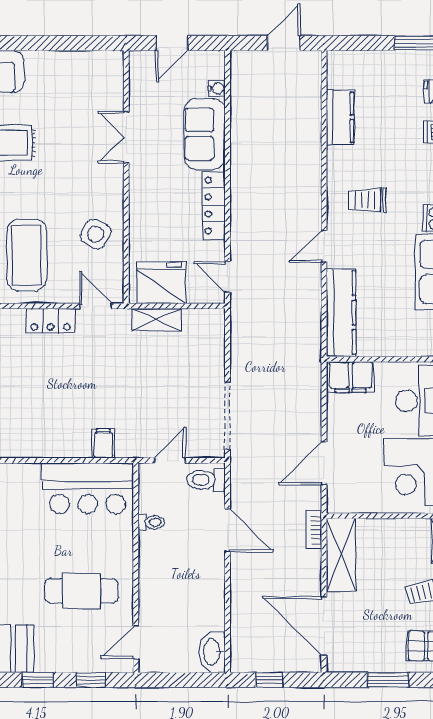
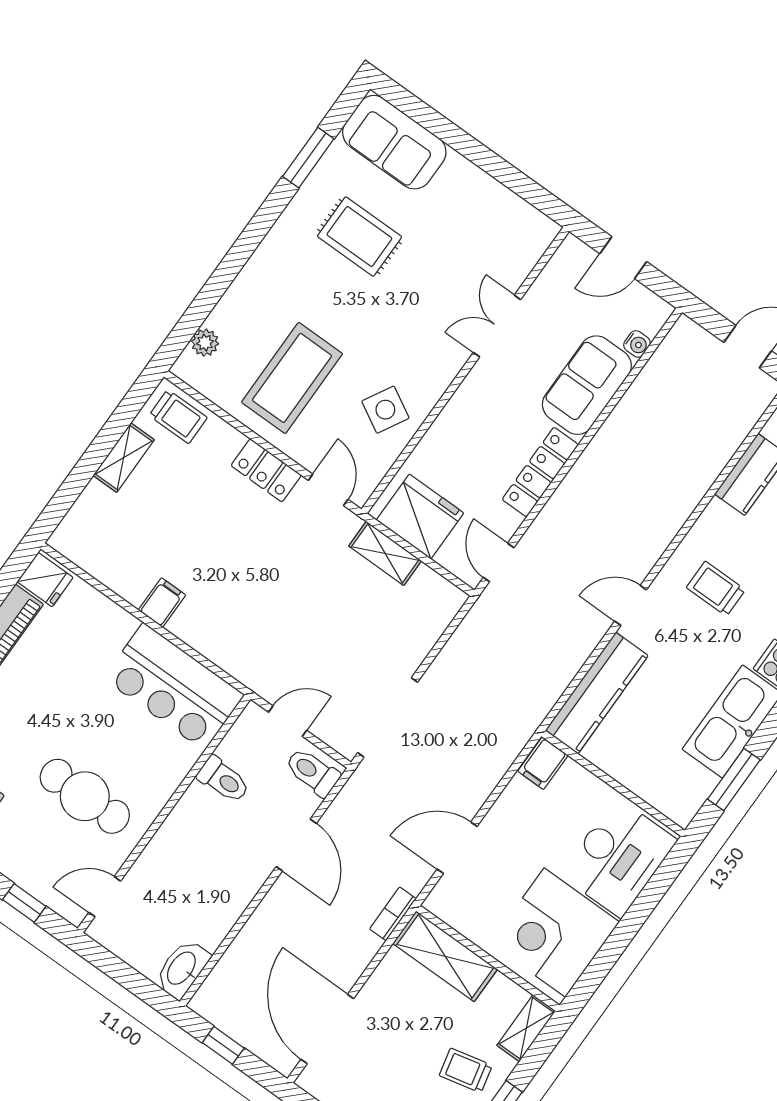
filing cabinet: (351, 377) -> (543, 763), width x0.50
filing cabinet: (103, 443) -> (162, 602), moved
toilet: (151, 522) -> (223, 780), width x1.37, depth x1.39
shelving: (341, 555) -> (445, 956), moved, turned 90

